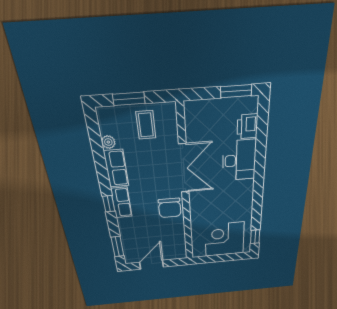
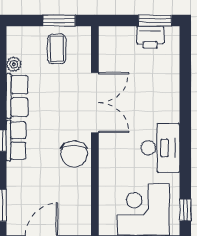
window: (129, 99) -> (59, 21), moved
printer: (247, 126) -> (150, 37), moved, turned -90
desk: (239, 160) -> (160, 148), moved

